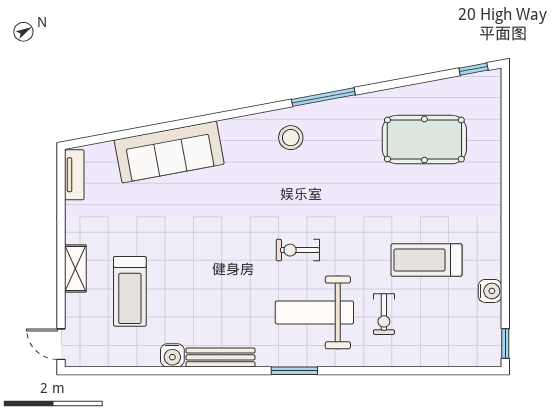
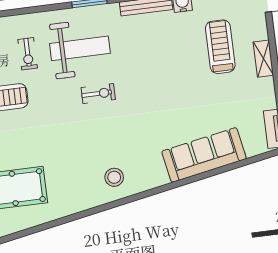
window: (323, 97) -> (94, 211), removed
exercise bike: (384, 314) -> (28, 54), turned 180

